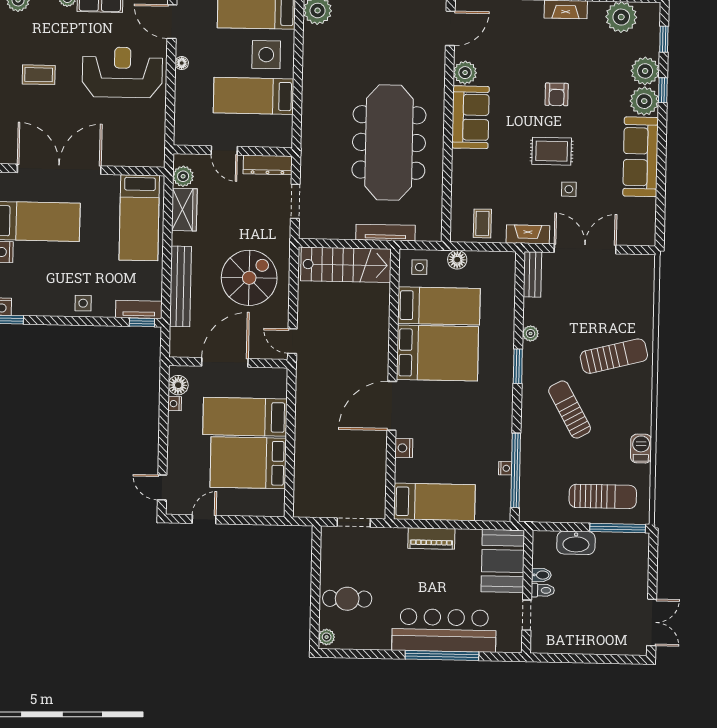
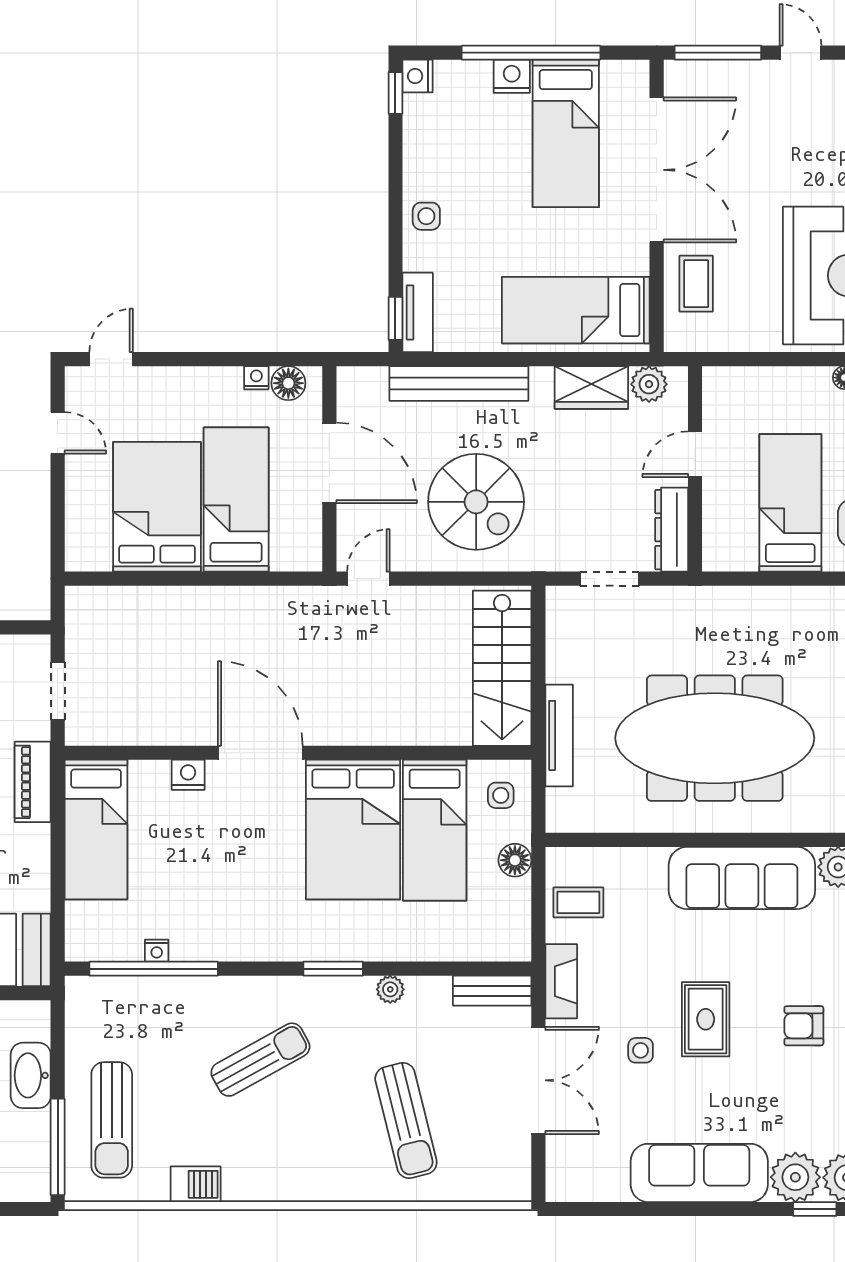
coffee table: (39, 75) -> (696, 284), moved
sofa: (470, 117) -> (742, 878), width x1.36
sun lounger: (614, 356) -> (406, 1121), moved
piano: (431, 539) -> (33, 782), moved

